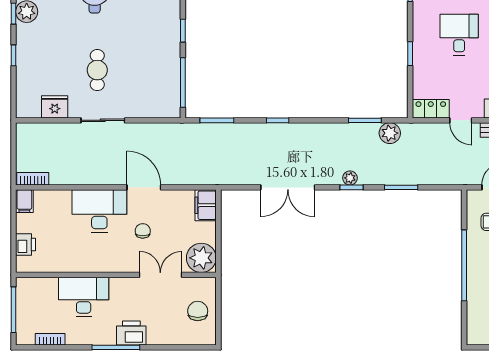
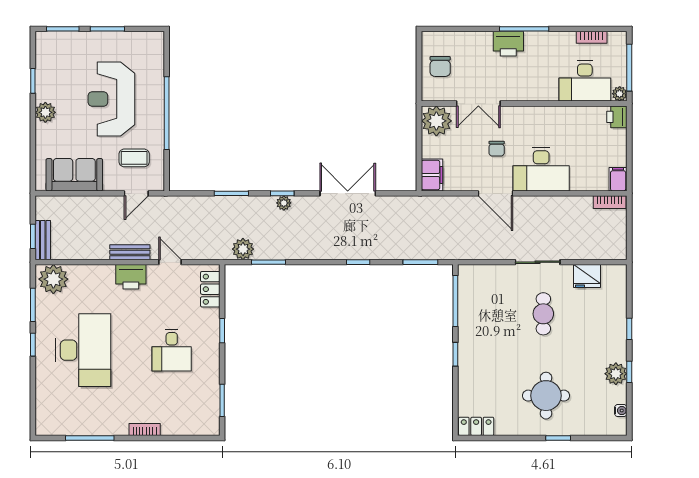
locker: (431, 109) -> (210, 289), moved, turned 90
printer: (26, 244) -> (617, 117), moved
plant: (23, 284) -> (620, 94), added
desk: (84, 297) -> (585, 81), moved

